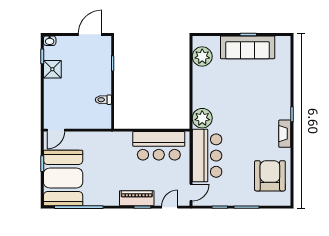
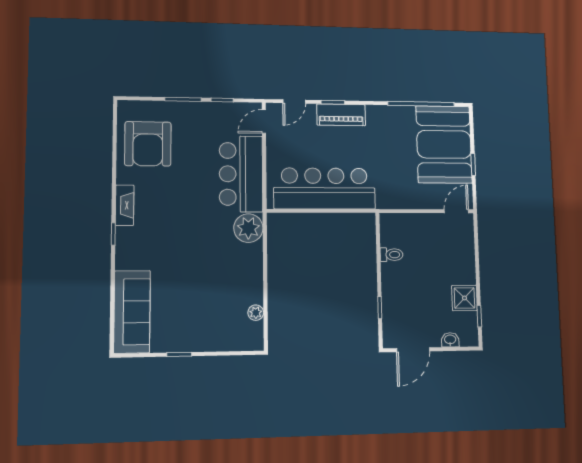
washbasin: (50, 41) -> (450, 340), moved
sofa: (248, 47) -> (132, 312), moved, turned 90
plant: (202, 56) -> (256, 313), width x0.53, depth x0.53
bar counter: (159, 146) -> (325, 188), width x1.36

